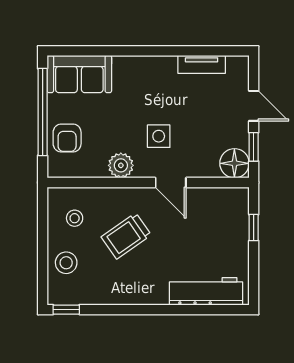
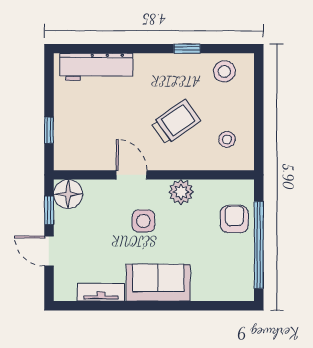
sofa: (79, 74) -> (158, 283), moved
stool: (66, 263) -> (224, 71), moved
window: (66, 310) -> (187, 49), moved

